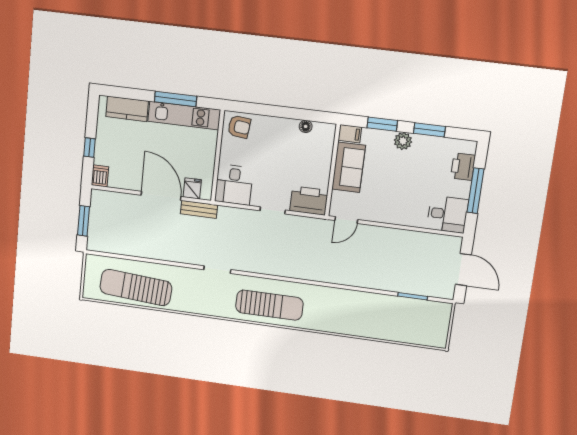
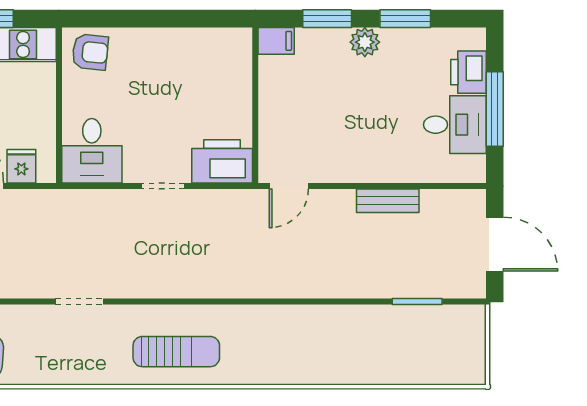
floor lamp: (306, 126) -> (201, 38), removed
sofa: (349, 167) -> (281, 97), removed
bench: (199, 209) -> (388, 201), moved
desk: (447, 214) -> (455, 125), moved
sun lounger: (269, 305) -> (176, 352), width x0.73, depth x0.75

